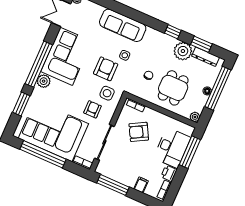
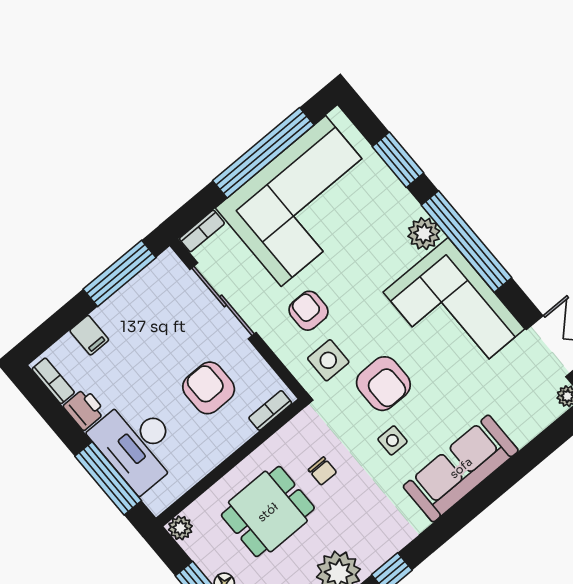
dining table: (173, 88) -> (268, 512), turned 90
armchair: (93, 109) -> (309, 311), turned 180
armchair: (139, 132) -> (209, 388), turned -61

